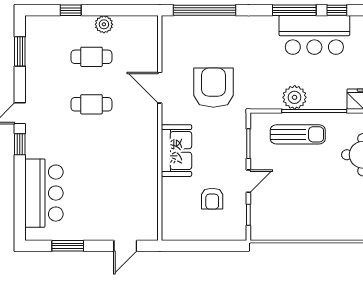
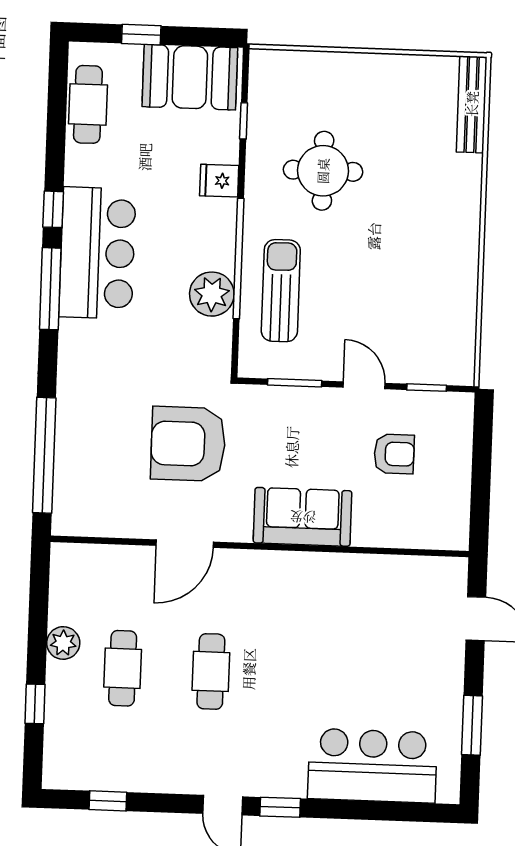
window: (20, 51) -> (108, 801), width x0.67

